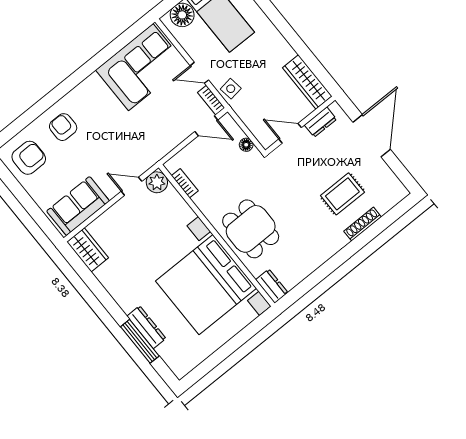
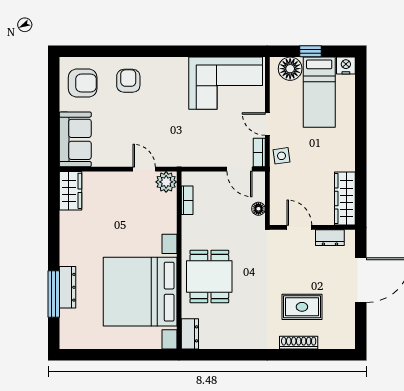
sofa: (78, 206) -> (75, 139), moved, turned 90

